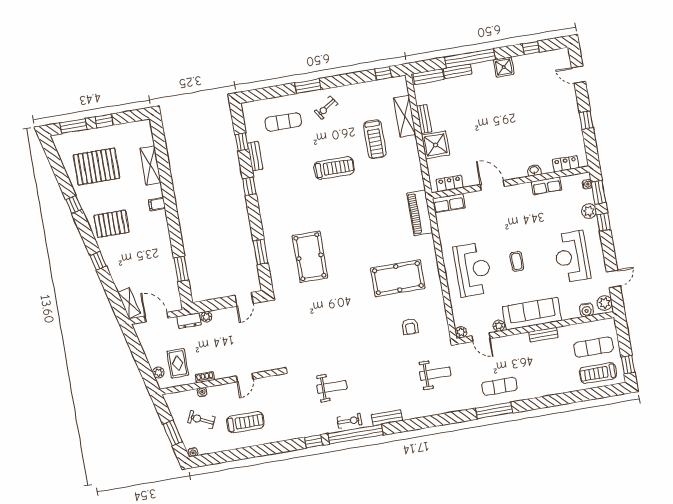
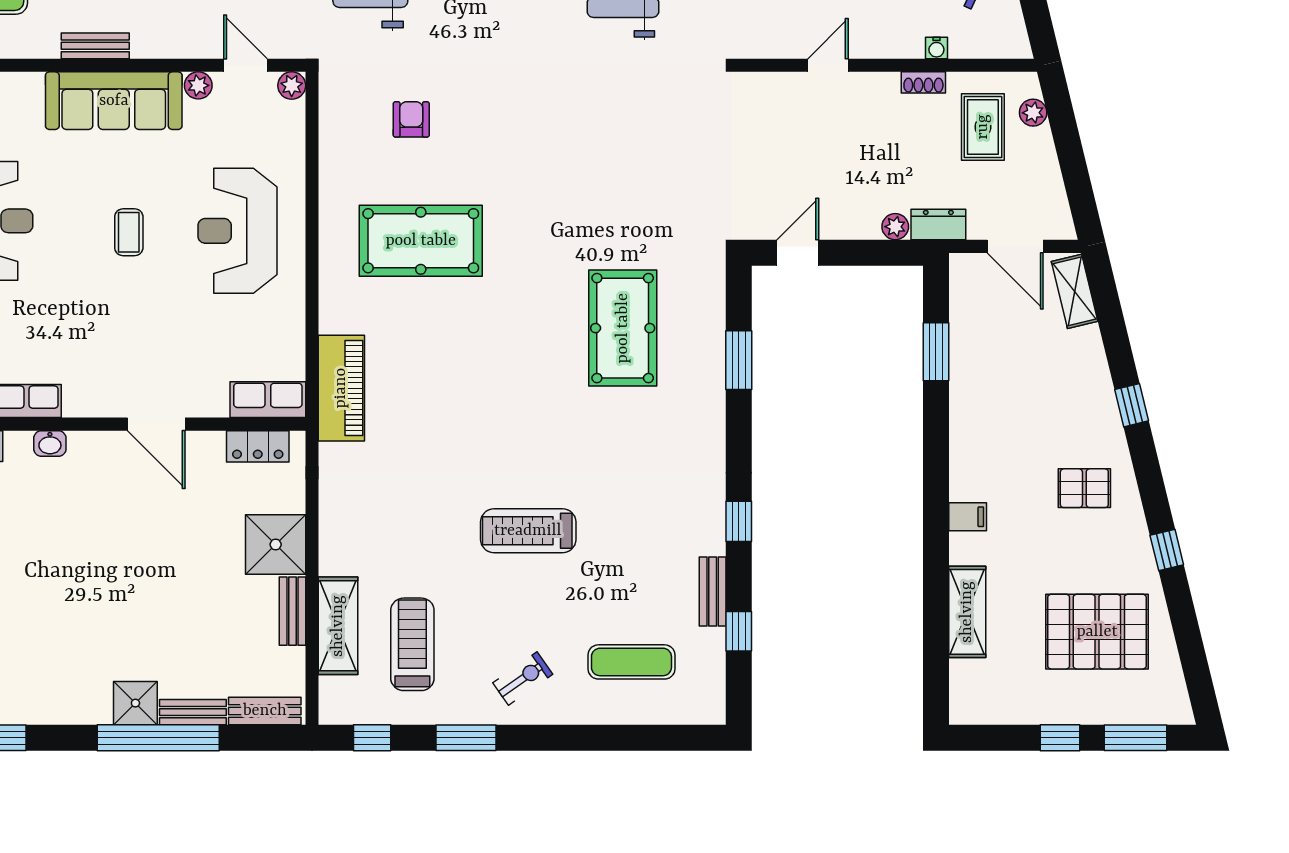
shower: (504, 67) -> (135, 703), moved
window: (308, 86) -> (466, 738), moved
treadmill: (375, 139) -> (412, 644), moved
pallet: (112, 224) -> (1084, 488), width x0.67, depth x0.71

